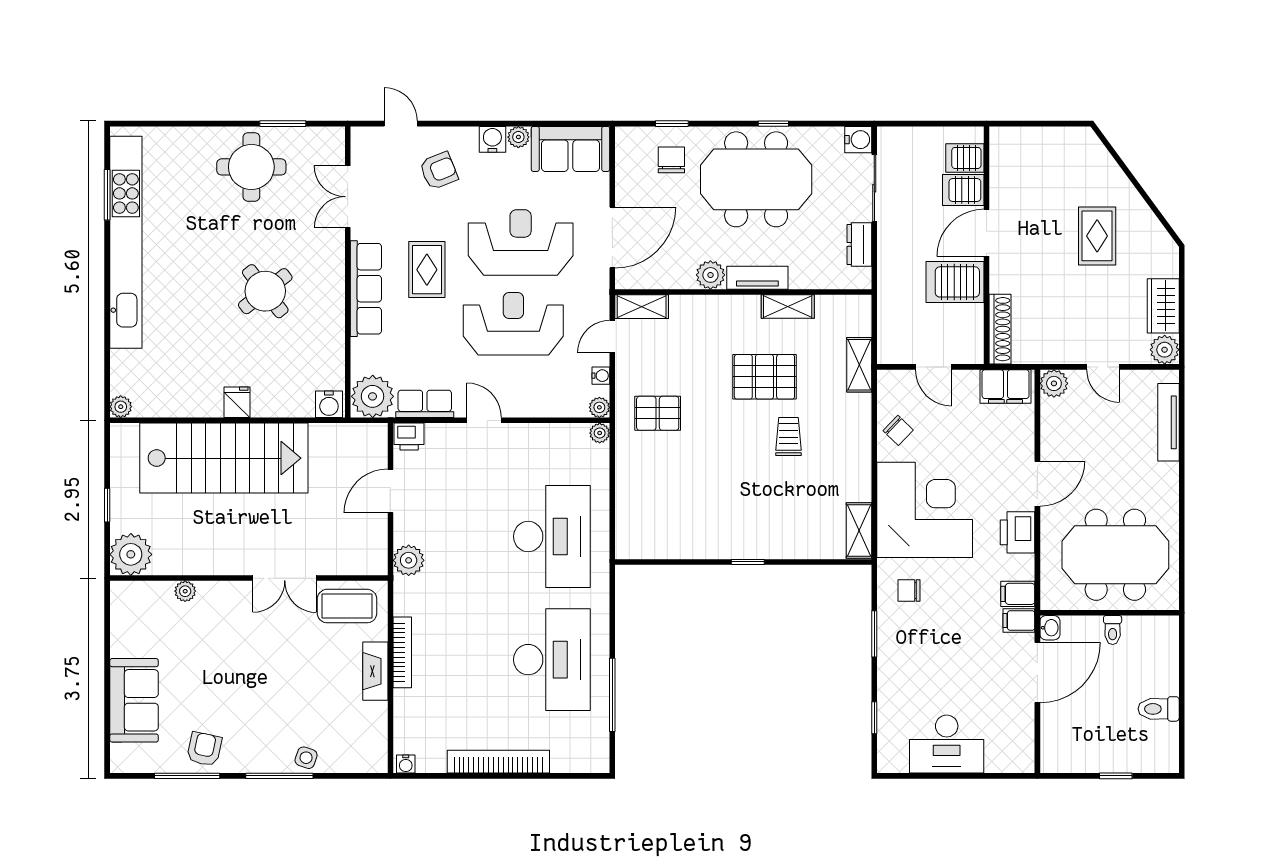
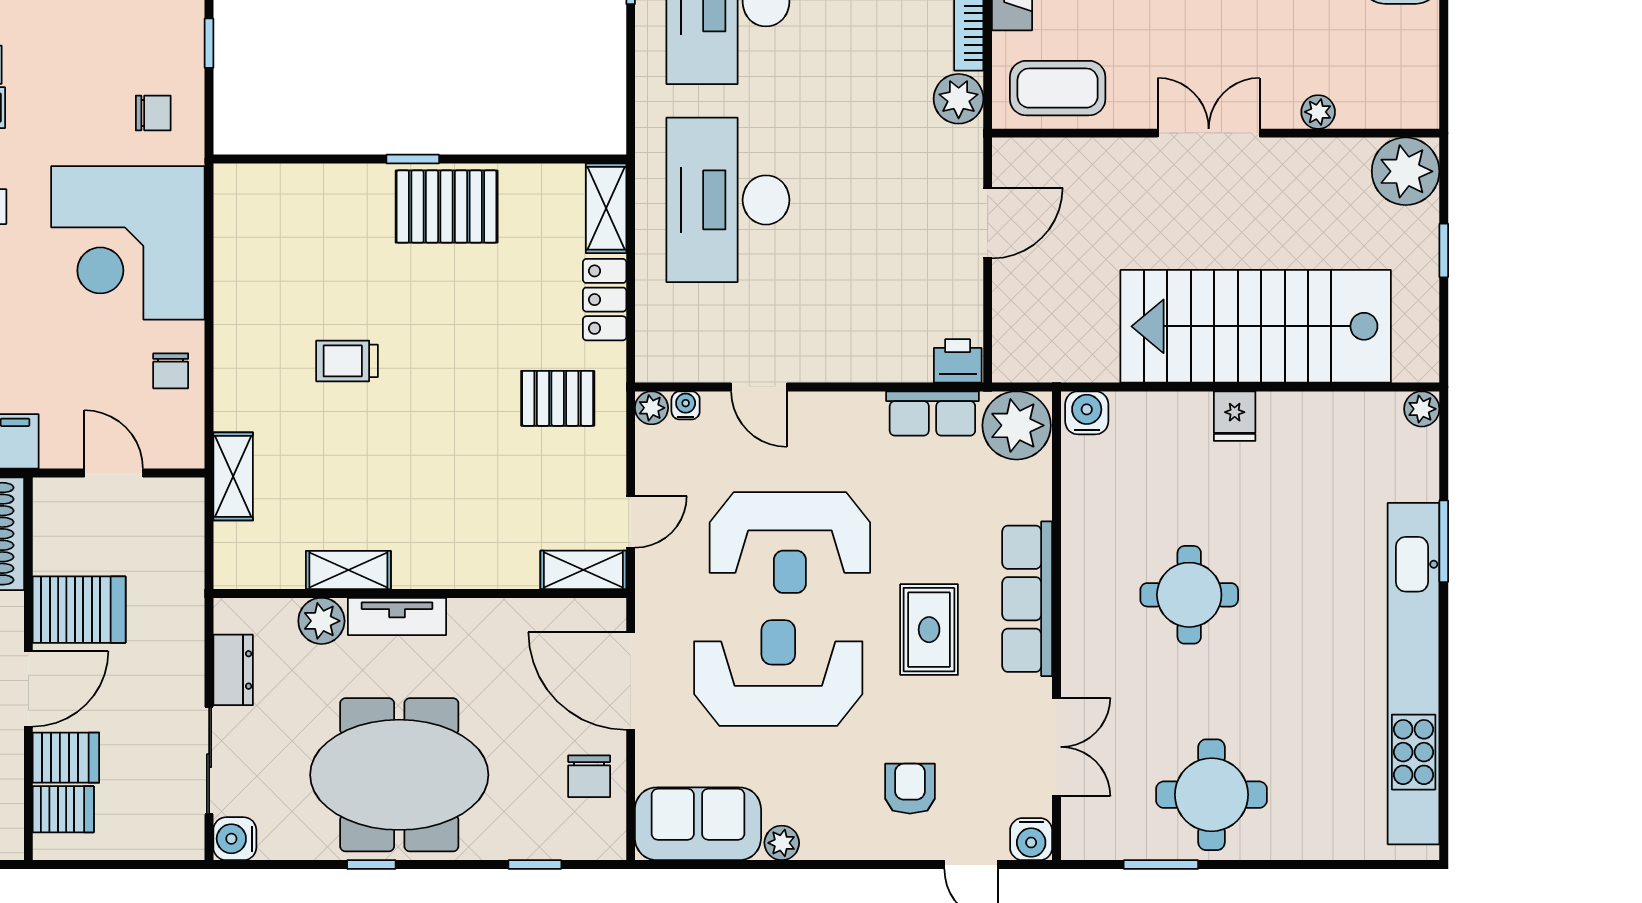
water cooler: (492, 139) -> (1031, 839), moved
chair: (671, 160) -> (589, 776), moved
armchair: (439, 171) -> (910, 789), turned 112
window: (107, 195) -> (1444, 541), moved
door: (612, 238) -> (631, 681), hinge flipped
reception desk: (521, 243) -> (778, 673), turned 180
plant: (710, 275) -> (321, 621), moved
round table: (265, 291) -> (1189, 595), turned 38
water cooler: (601, 376) -> (686, 405), moved, turned 90
pallet: (764, 377) -> (447, 207), moved
door: (484, 420) -> (759, 387), moved
chair: (898, 430) -> (171, 371), turned -134
plant: (600, 433) -> (651, 367), removed
trolley: (789, 437) -> (347, 361), turned 90
locker: (629, 475) -> (605, 300), added
door: (390, 491) -> (988, 223), moved
shelving: (859, 531) -> (606, 208), moved
plant: (409, 560) -> (959, 99), moved
double door: (285, 578) -> (1209, 133), moved
window: (874, 634) -> (209, 43), width x0.67

